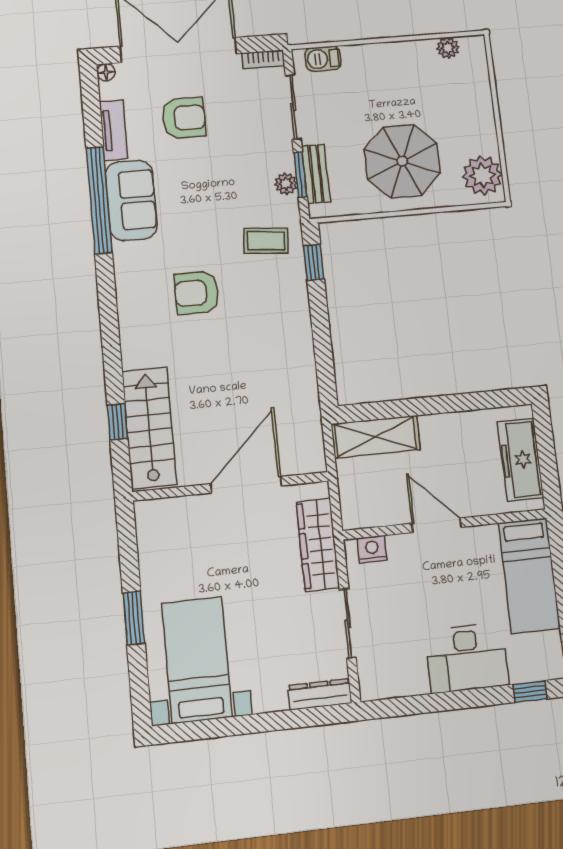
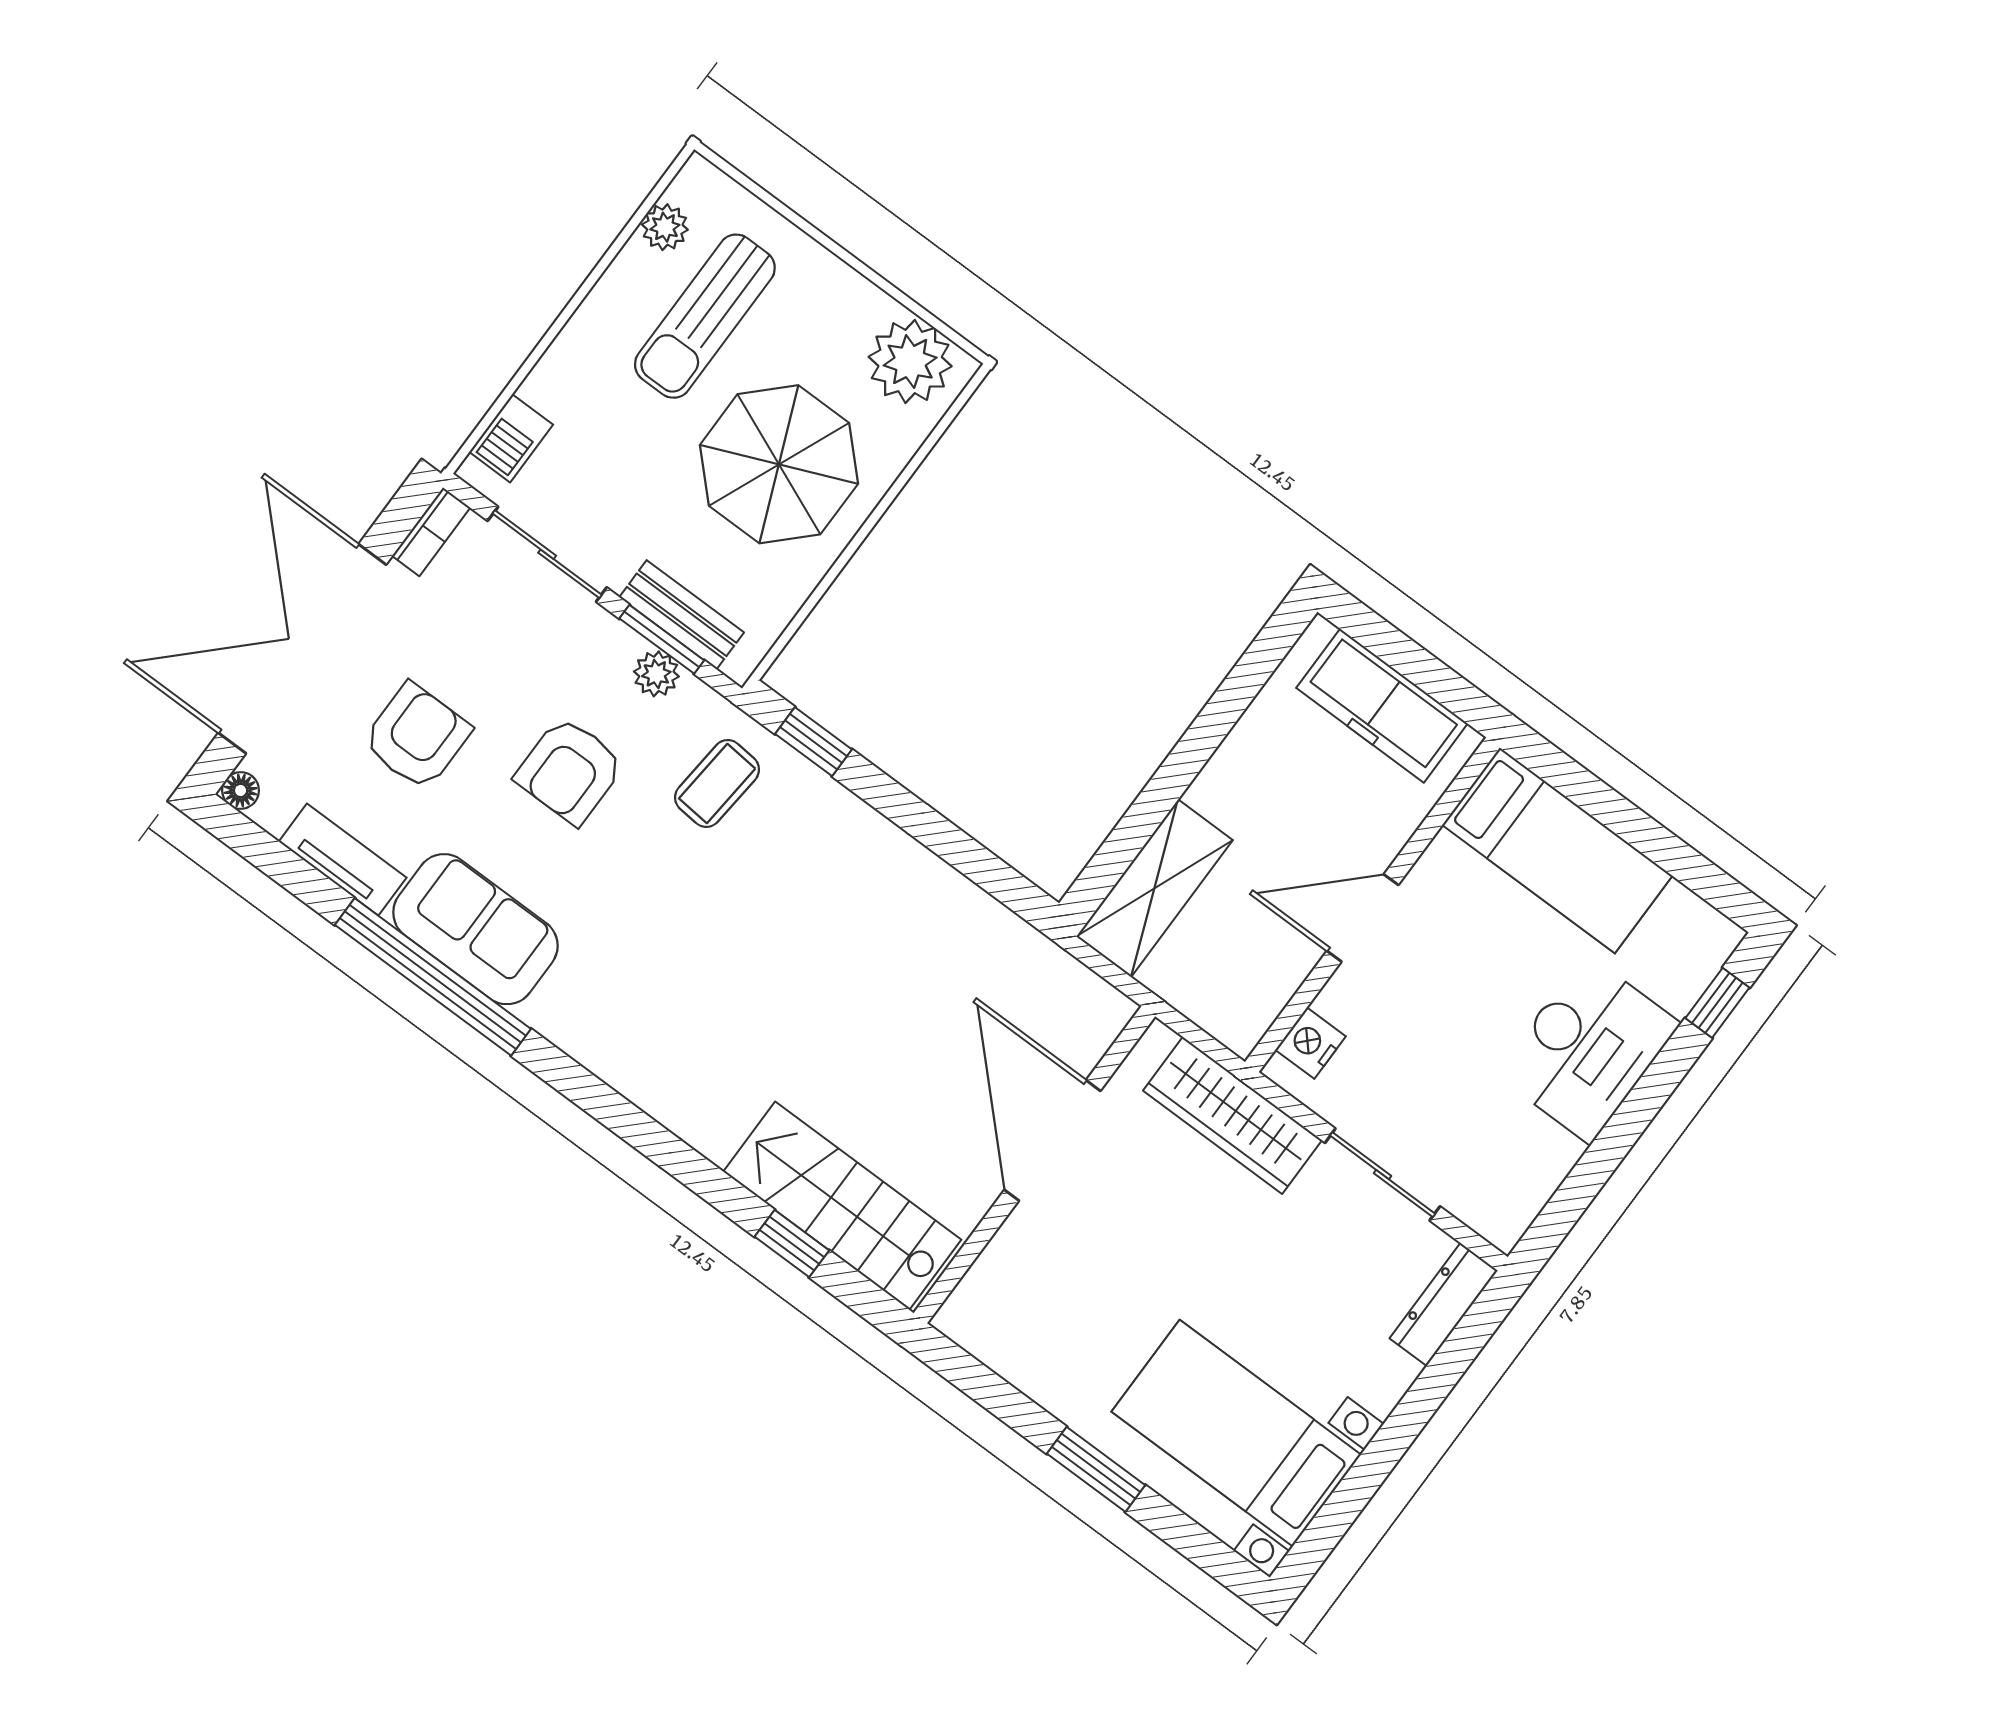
sun lounger: (430, 89) -> (705, 316), added
armchair: (197, 293) -> (570, 771), moved

